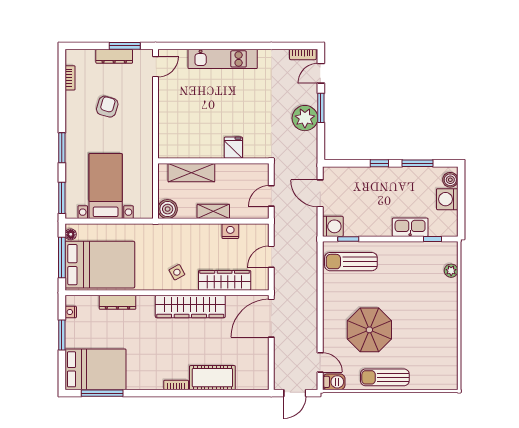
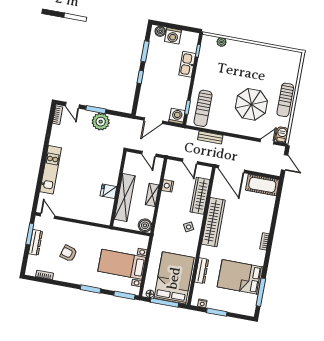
fridge: (233, 148) -> (108, 191), moved
shelving: (191, 173) -> (125, 198), width x1.47
bench: (311, 280) -> (210, 138), added
bed: (95, 369) -> (240, 277), moved, turned -90
cot: (212, 378) -> (262, 185), moved, turned 90

